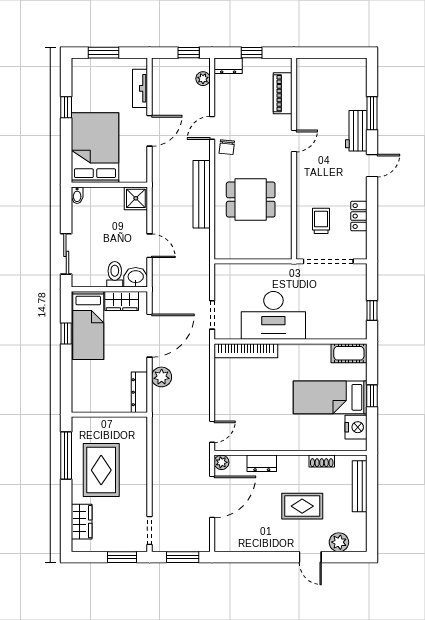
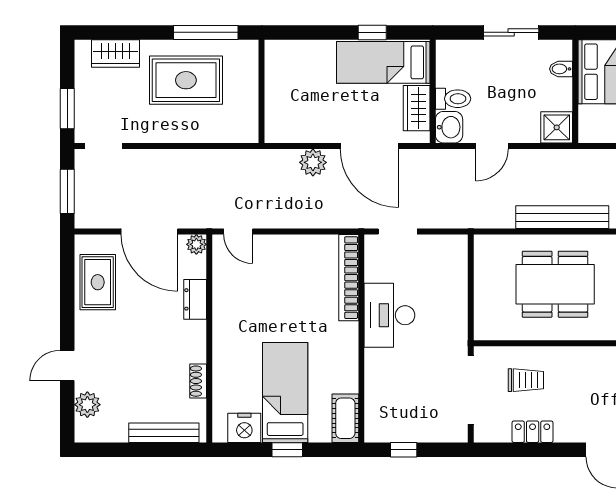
bidet: (77, 195) -> (561, 69), moved
dining table: (251, 200) -> (555, 284), width x1.37
sliding door: (66, 254) -> (511, 32), moved
desk: (273, 315) -> (389, 315), width x0.73, depth x0.77
dresser: (139, 392) -> (292, 132), removed
rug: (302, 506) -> (98, 282), moved

